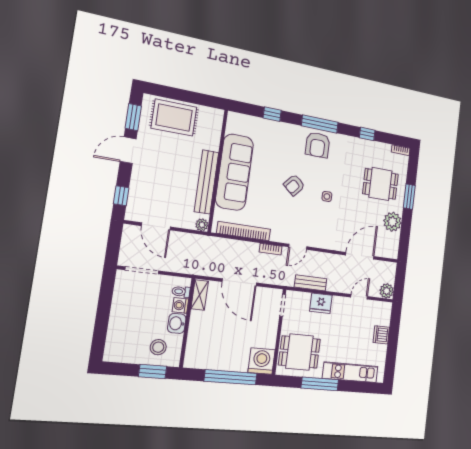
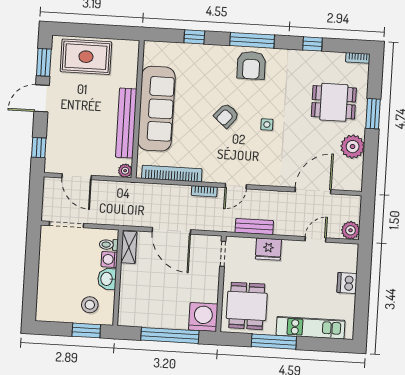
dining table: (300, 352) -> (247, 306), turned 90

